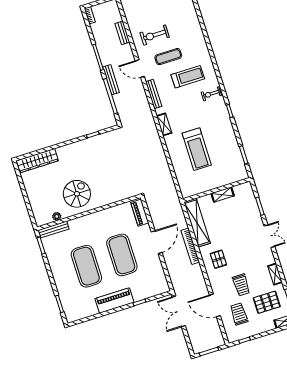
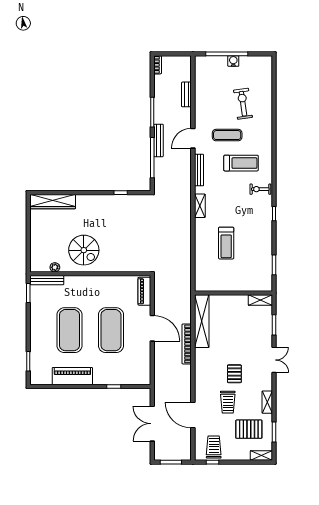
exercise bike: (155, 35) -> (243, 104), moved, turned 82
door: (140, 69) -> (193, 138), hinge flipped
treadmill: (197, 149) -> (226, 243), width x0.73, depth x0.73
spiral stairs: (77, 194) -> (84, 250), turned 90
shelving: (223, 195) -> (260, 300), moved
door: (157, 242) -> (152, 328), hinge flipped
pallet: (218, 259) -> (234, 374), moved
piano: (114, 301) -> (72, 376), moved
double door: (179, 311) -> (152, 424), moved
trolley: (239, 314) -> (214, 447), moved

